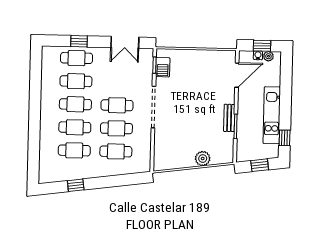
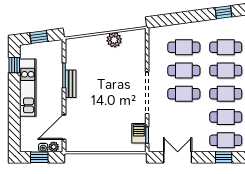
plant: (268, 56) -> (54, 147), moved
plant: (203, 159) -> (114, 40), moved

